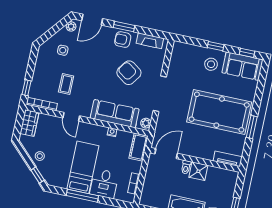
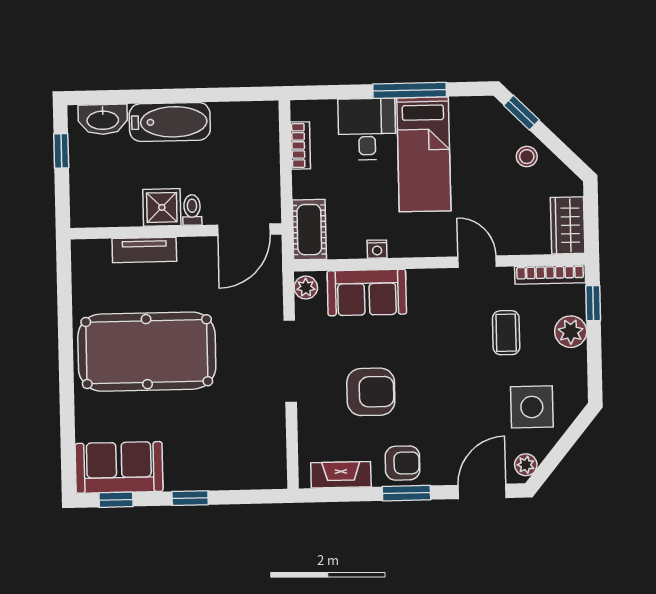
side table: (63, 50) -> (532, 407), width x1.87, depth x1.87
stool: (211, 64) -> (191, 455), removed
armchair: (129, 73) -> (371, 392), turned -35
plant: (39, 78) -> (571, 332), added
sofa: (115, 114) -> (367, 292), width x0.73
window: (252, 127) -> (65, 335), removed
tv unit: (228, 159) -> (144, 250), moved

